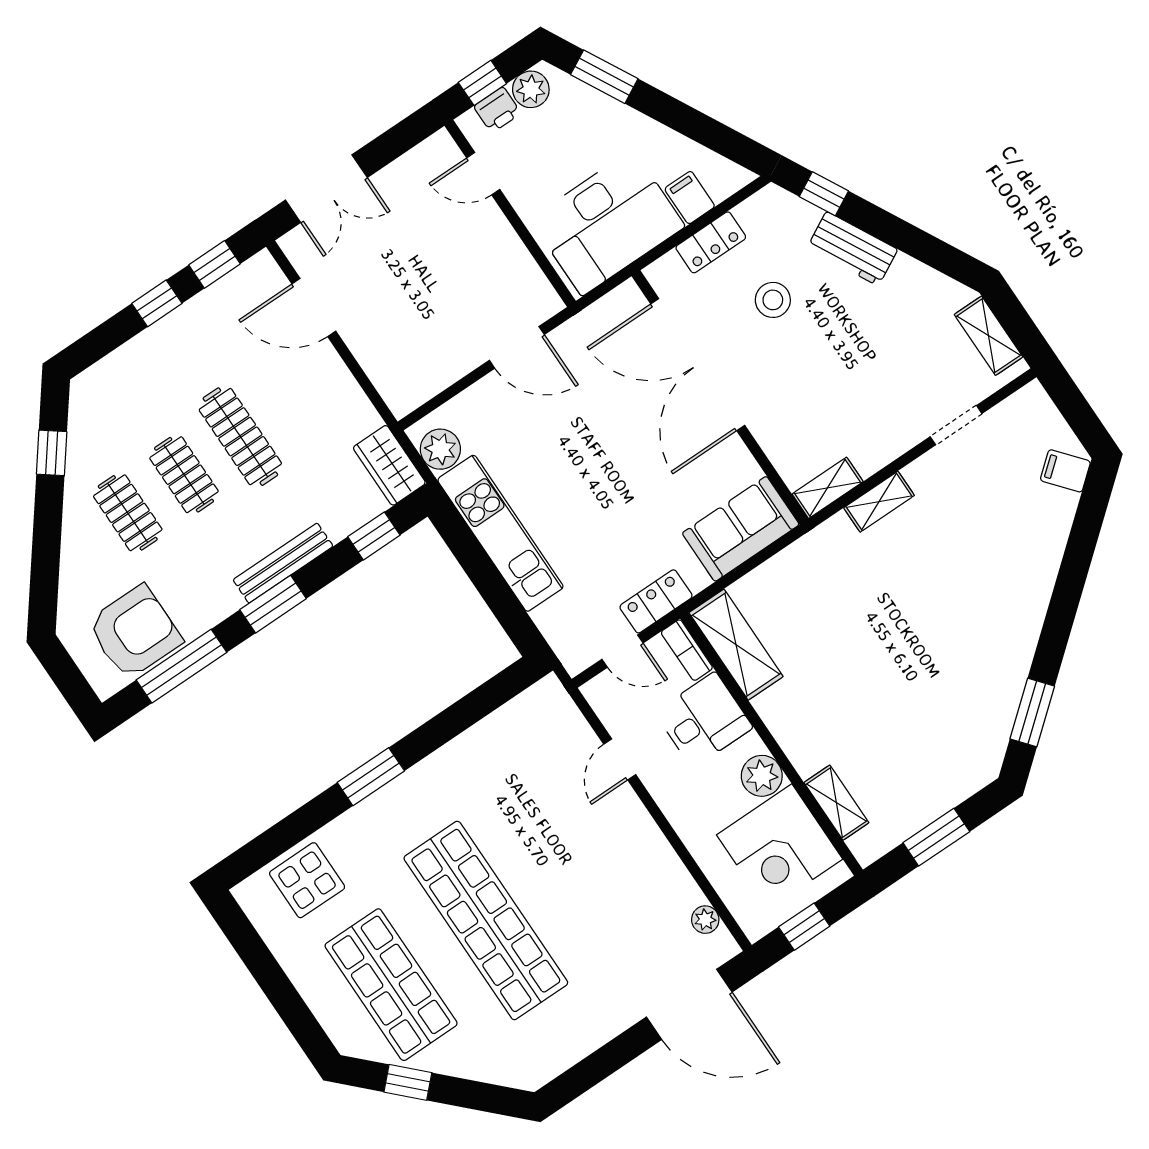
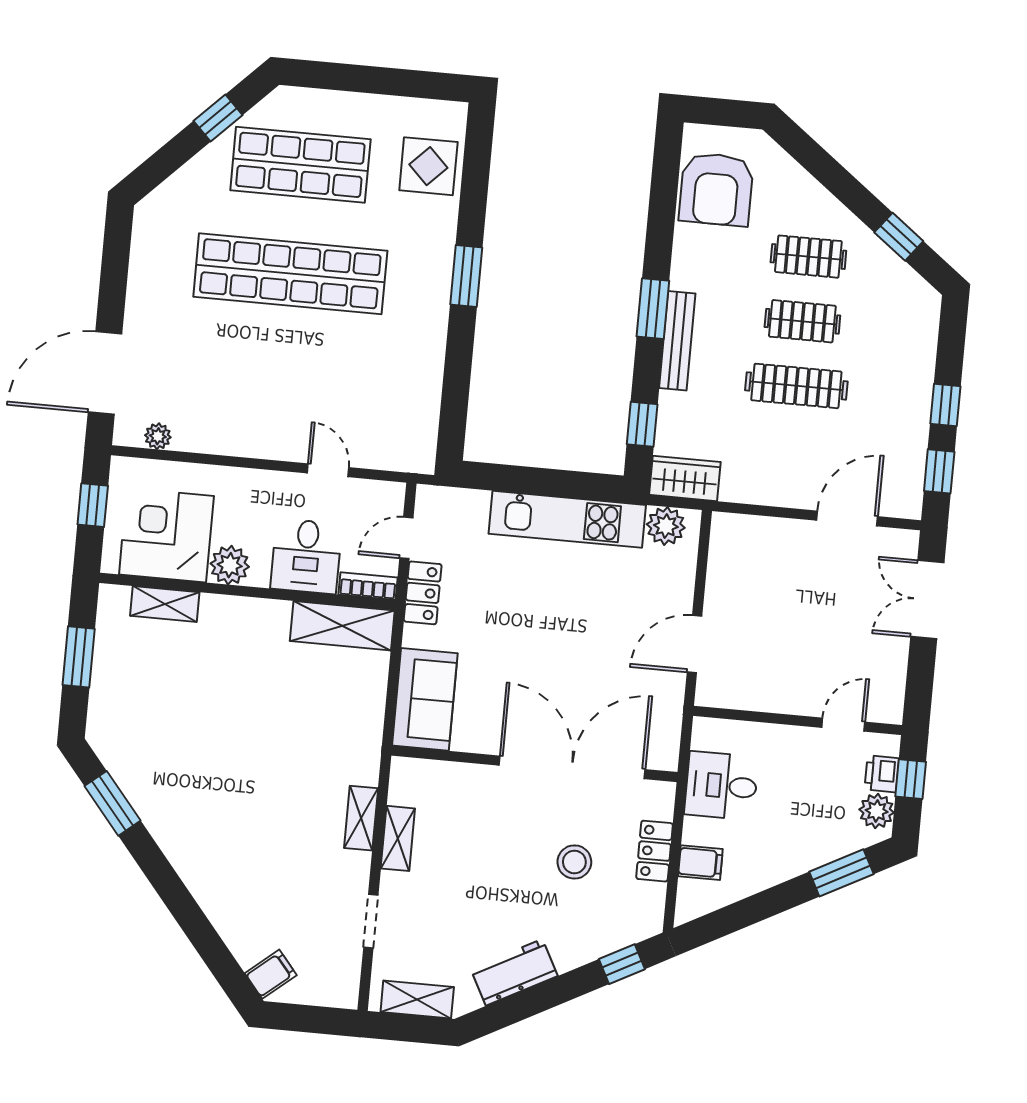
desk: (607, 223) -> (721, 786), width x0.53, depth x0.77
workbench: (852, 249) -> (514, 972), moved
shelving: (828, 488) -> (398, 838), moved
window: (182, 666) -> (663, 203), removed

